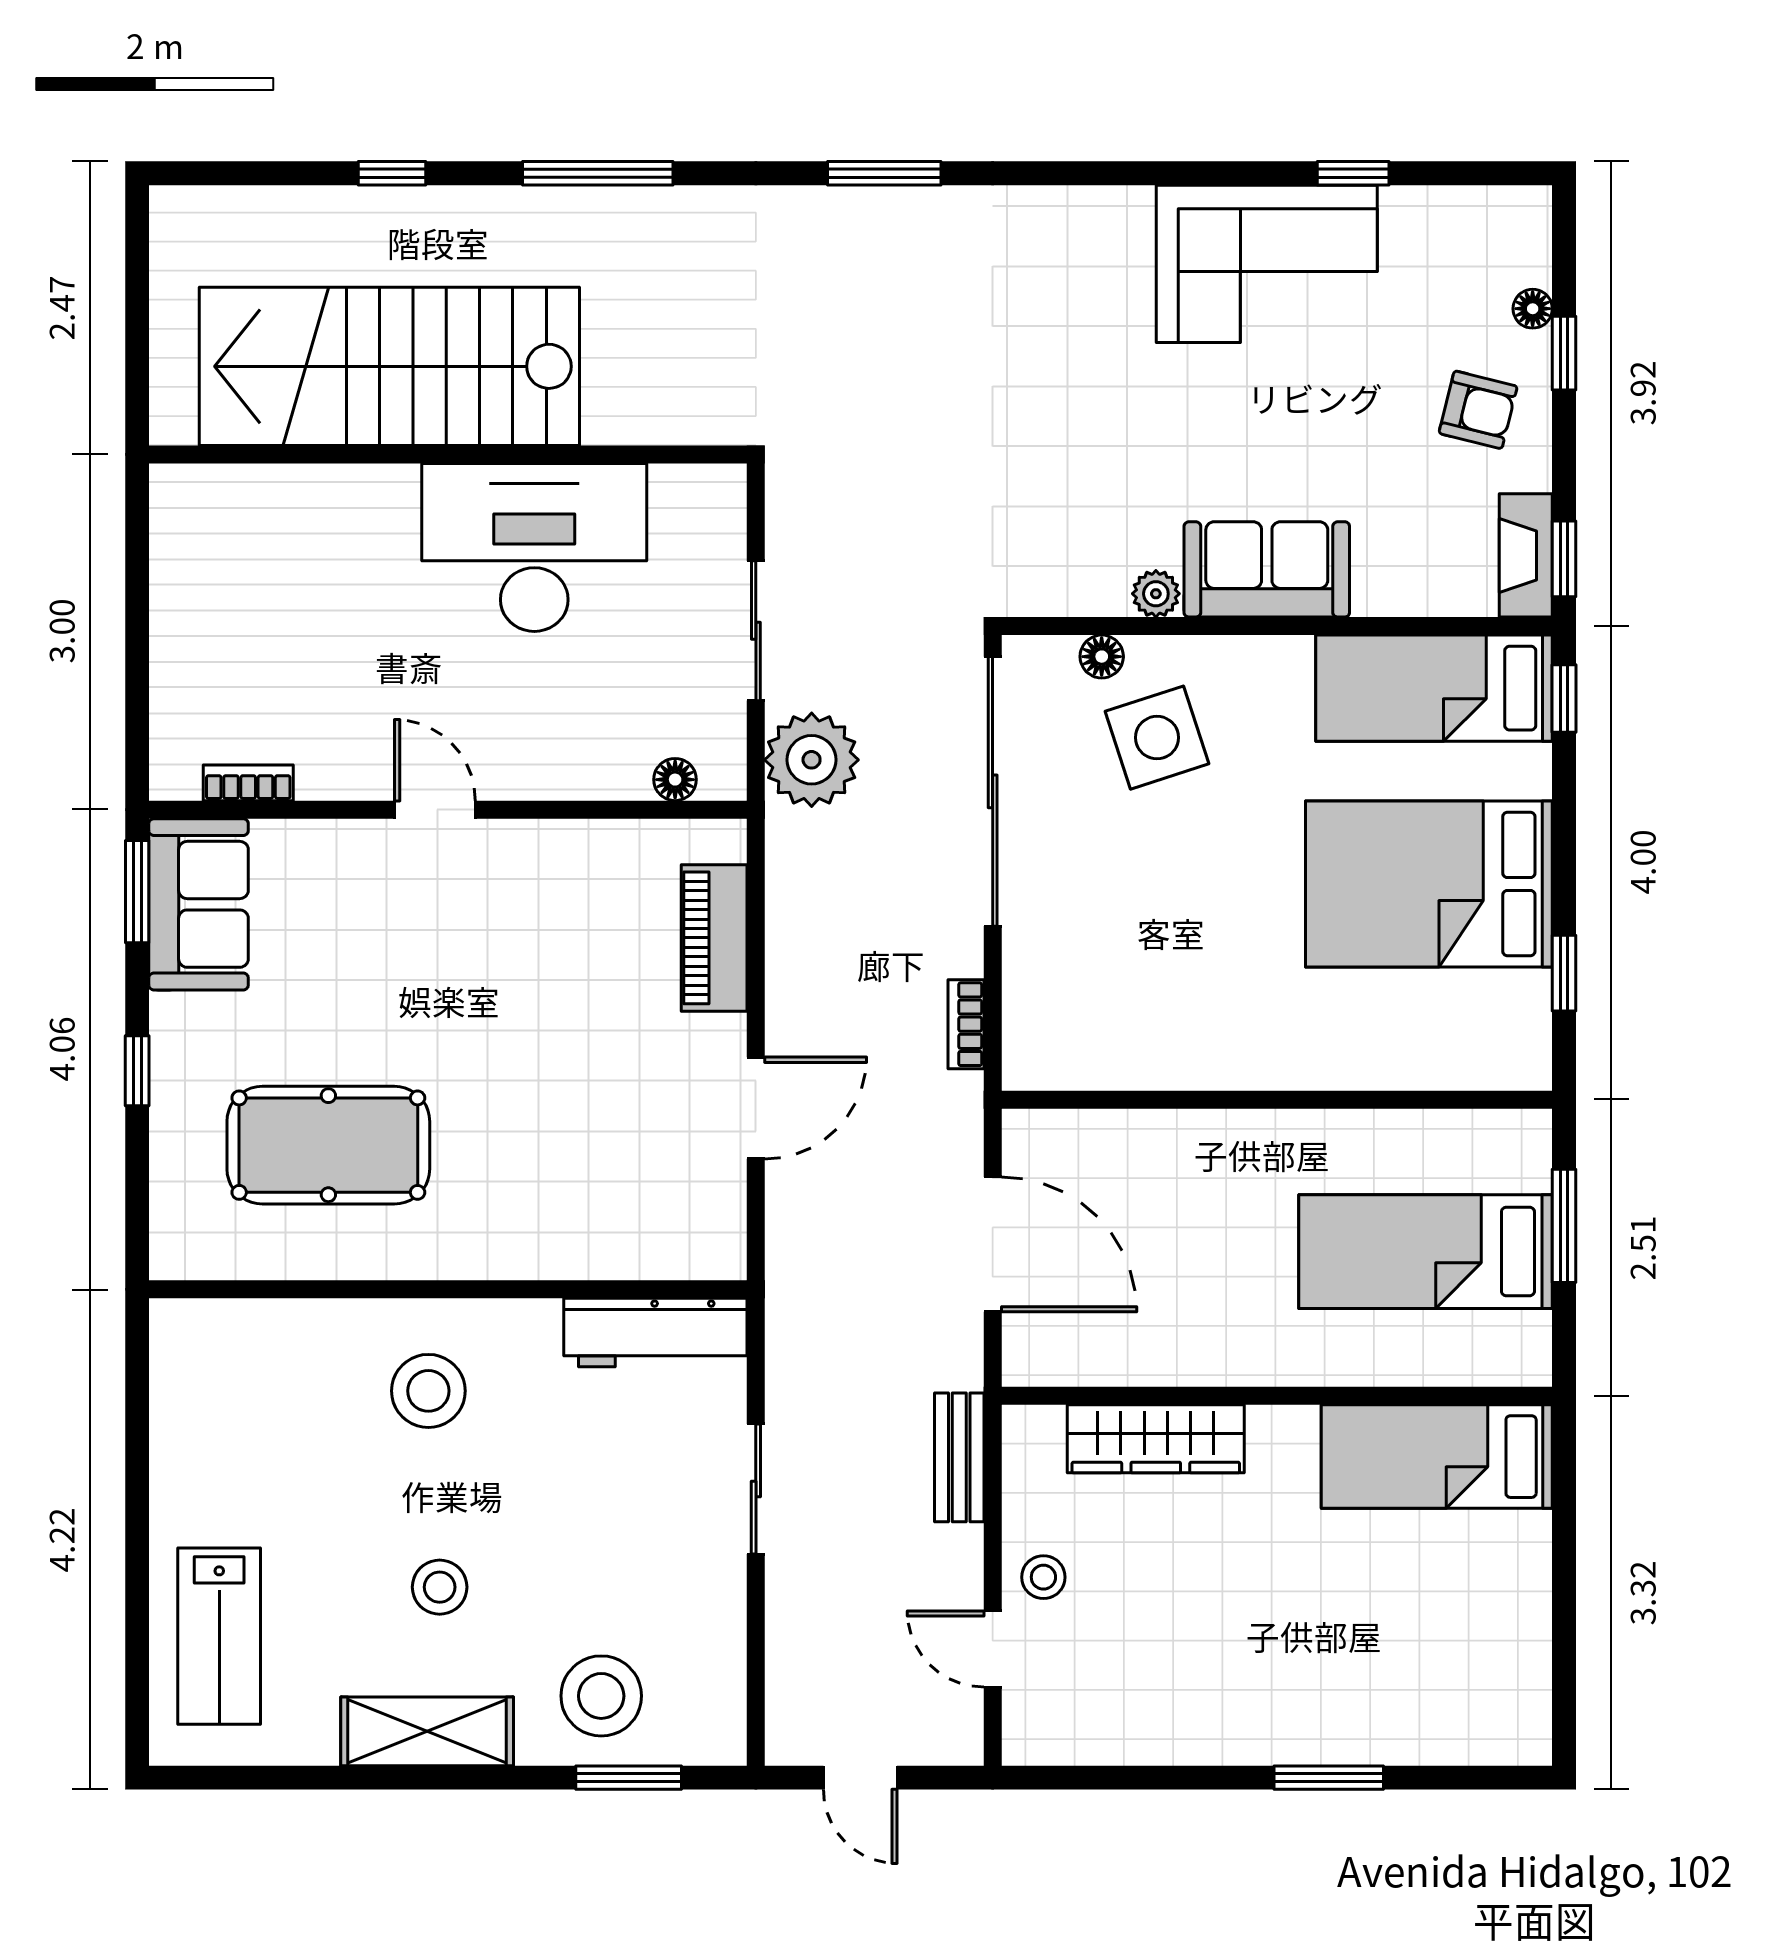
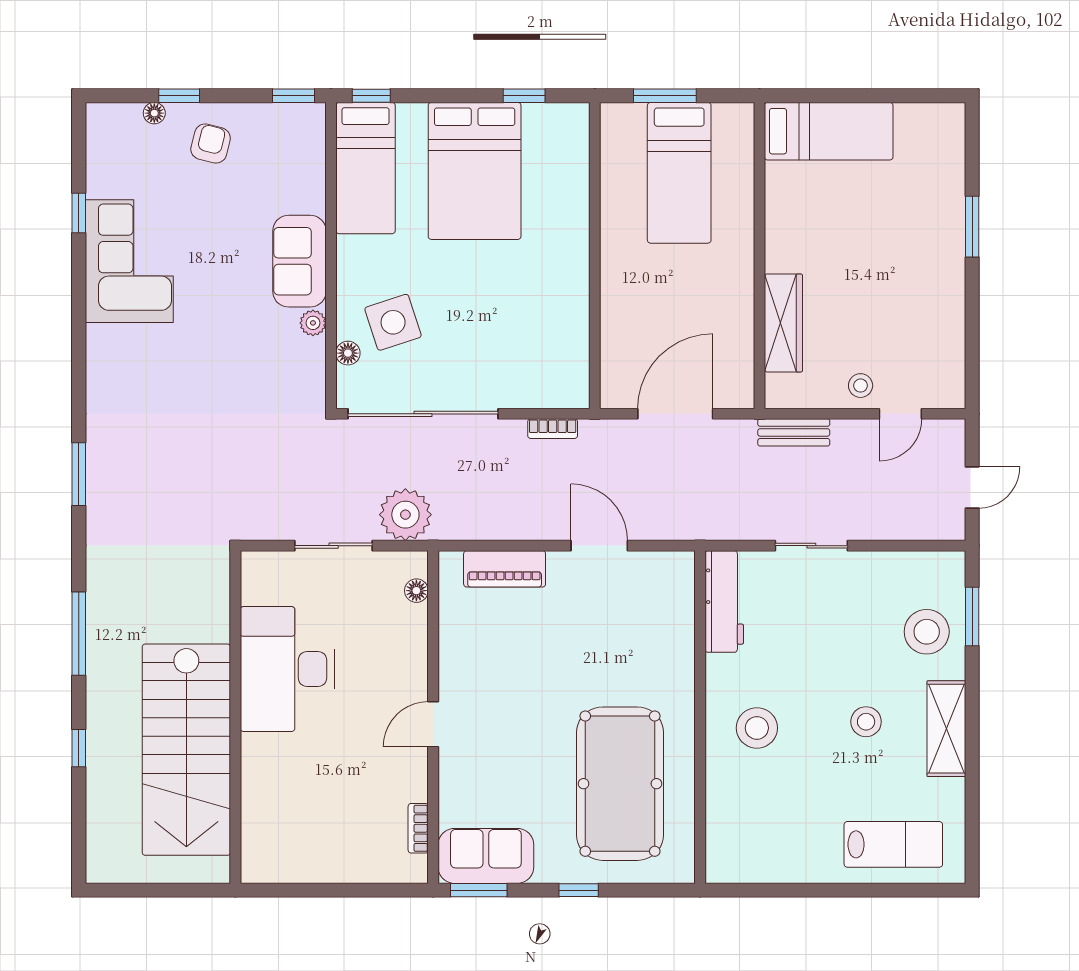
fireplace: (1526, 555) -> (292, 117), removed
pool table: (328, 1145) -> (620, 784), width x1.36, depth x1.32
bed: (1437, 1457) -> (829, 131), moved, turned -90

